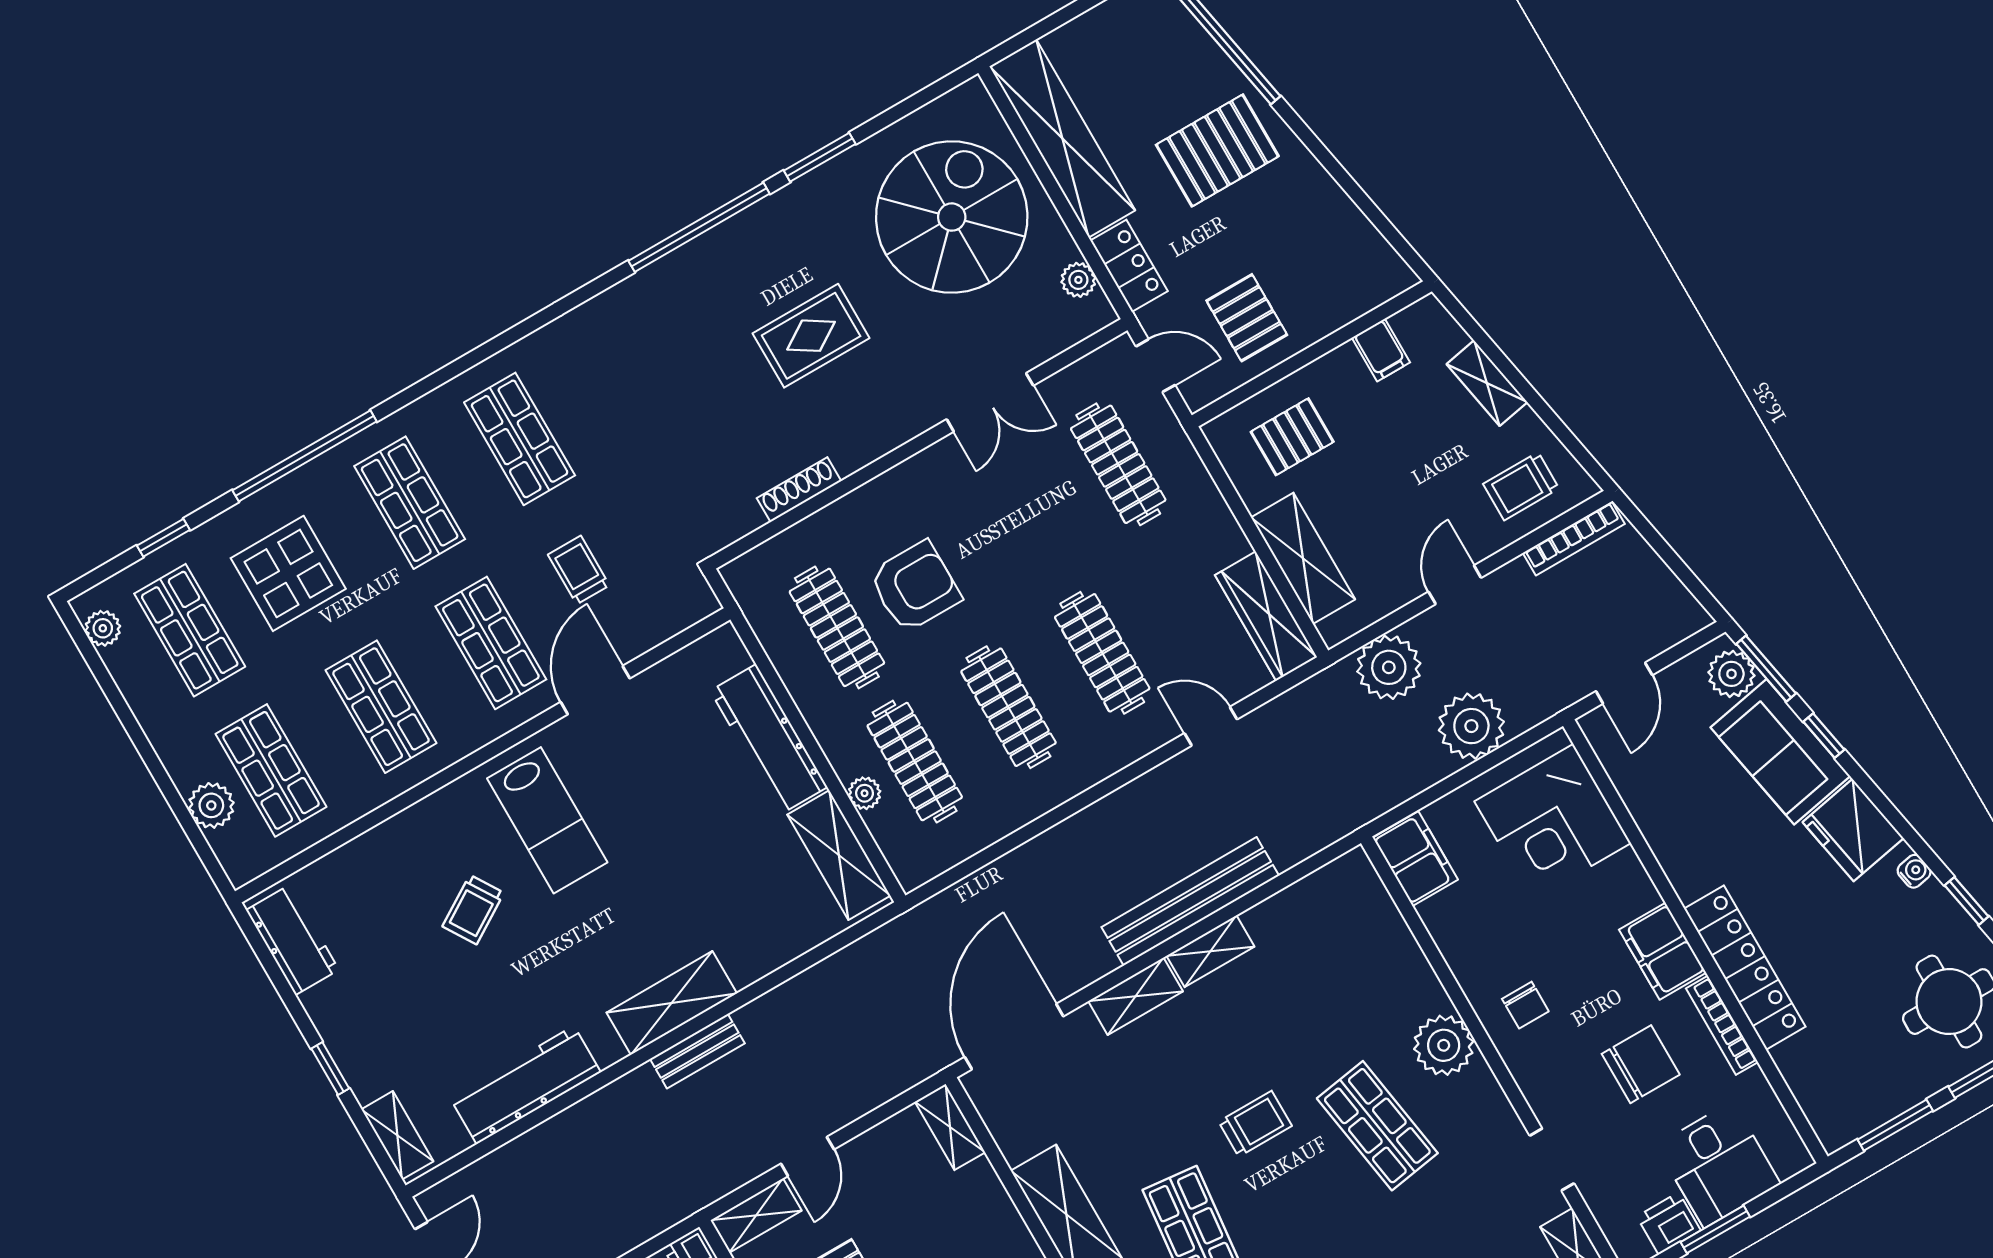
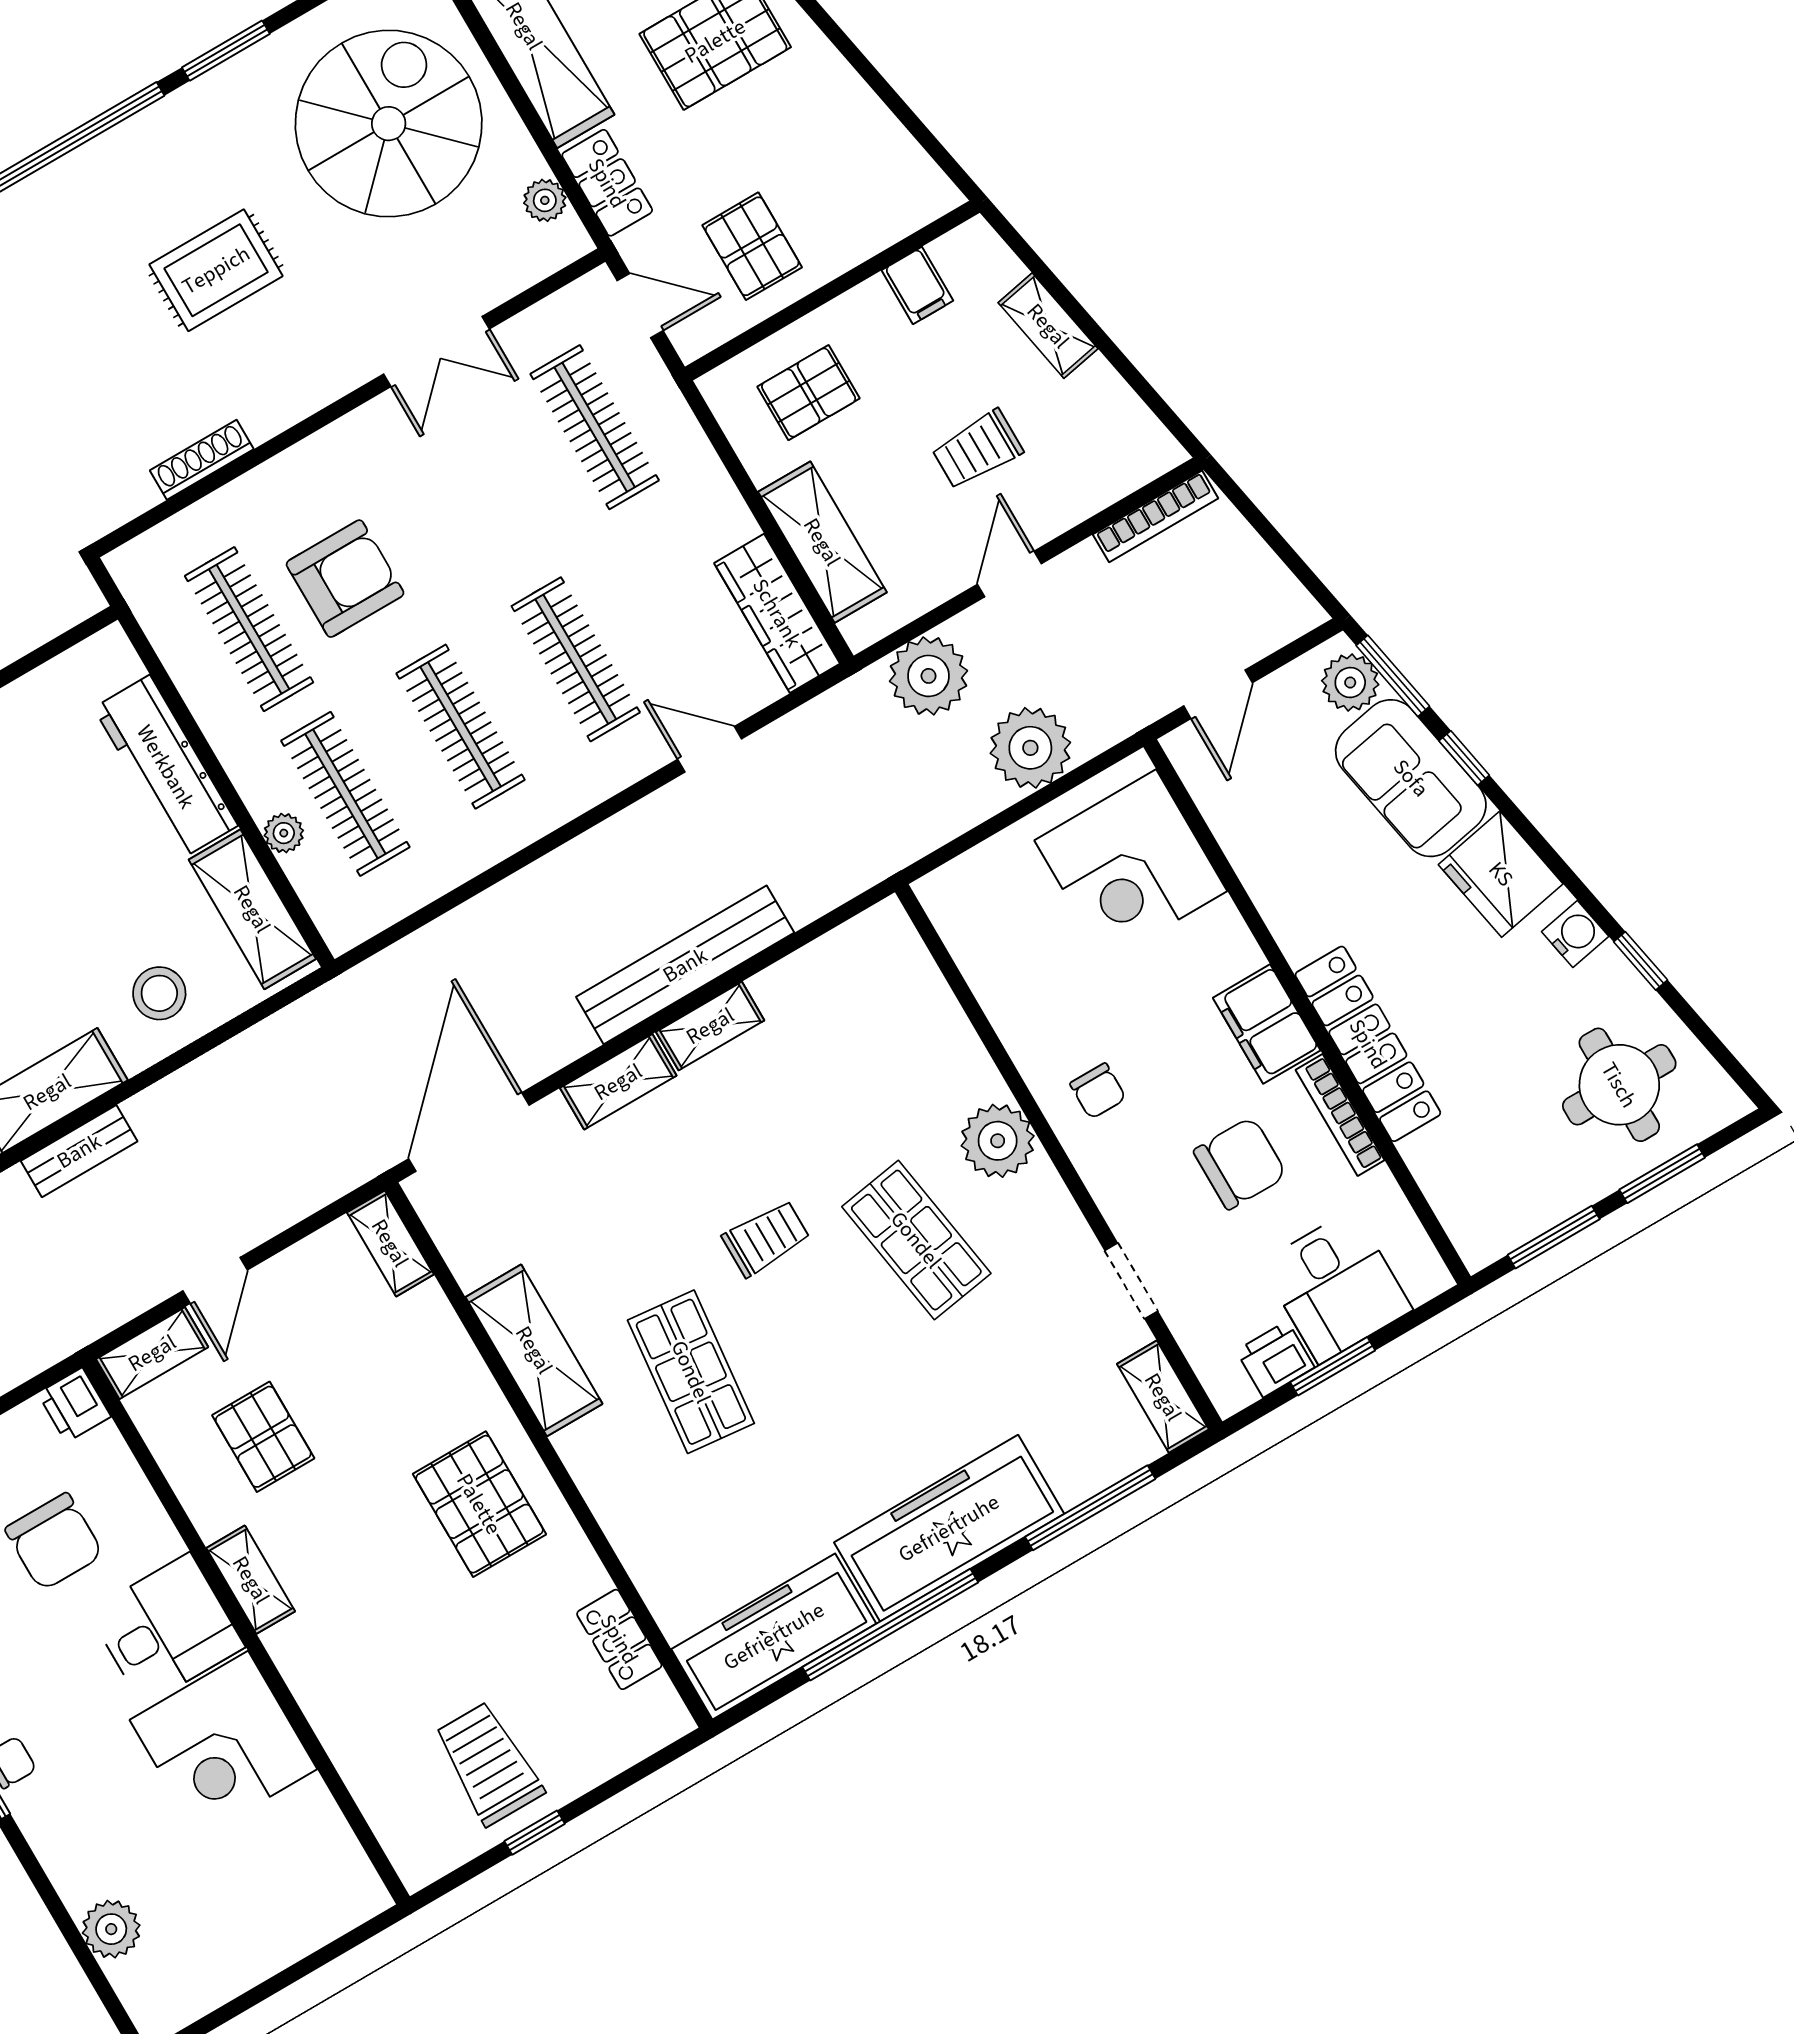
trolley: (1521, 486) -> (977, 450), moved
filing cabinet: (1415, 859) -> (962, 911), removed
water cooler: (1914, 871) -> (1575, 934), width x1.38, depth x1.38
stool: (763, 923) -> (159, 993), added

